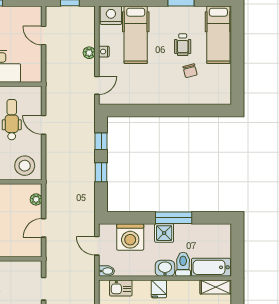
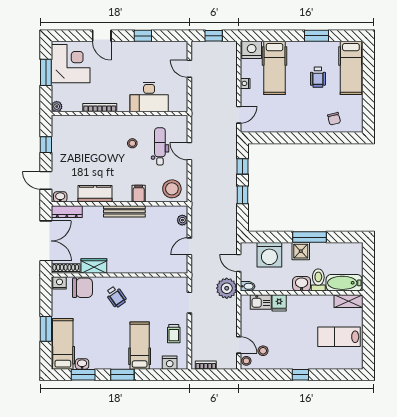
plant: (89, 53) -> (227, 288), moved, width x1.87, depth x1.87
chair: (190, 71) -> (334, 119), moved
fridge: (159, 289) -> (279, 303), moved

